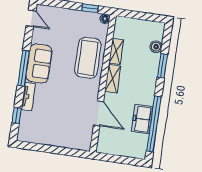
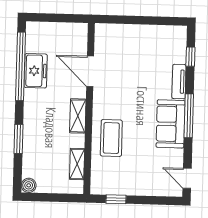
floor lamp: (105, 19) -> (96, 189), removed
boiler: (156, 47) -> (29, 185), moved
shelving: (116, 51) -> (77, 164), moved
coffee table: (88, 58) -> (111, 138), width x0.73, depth x0.76

